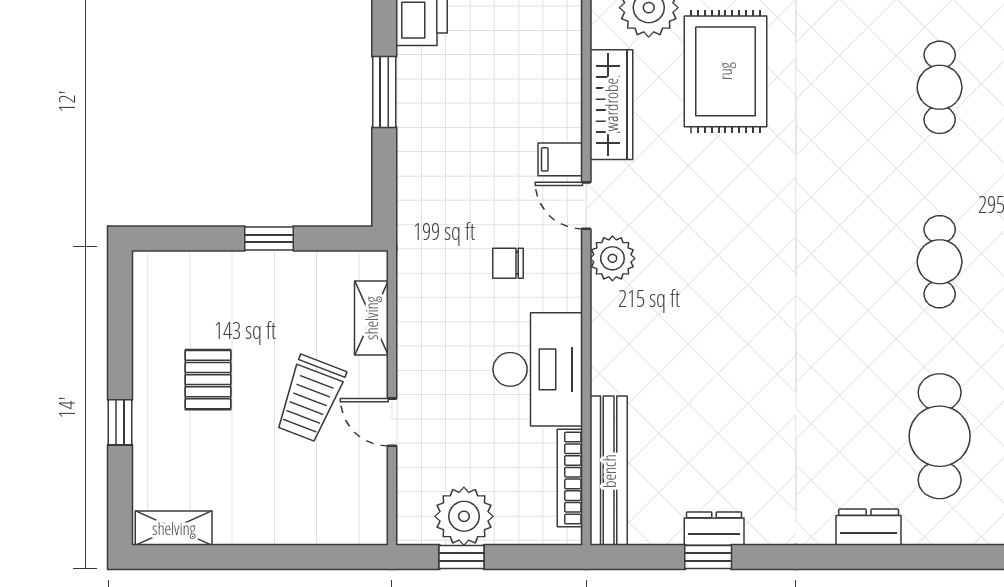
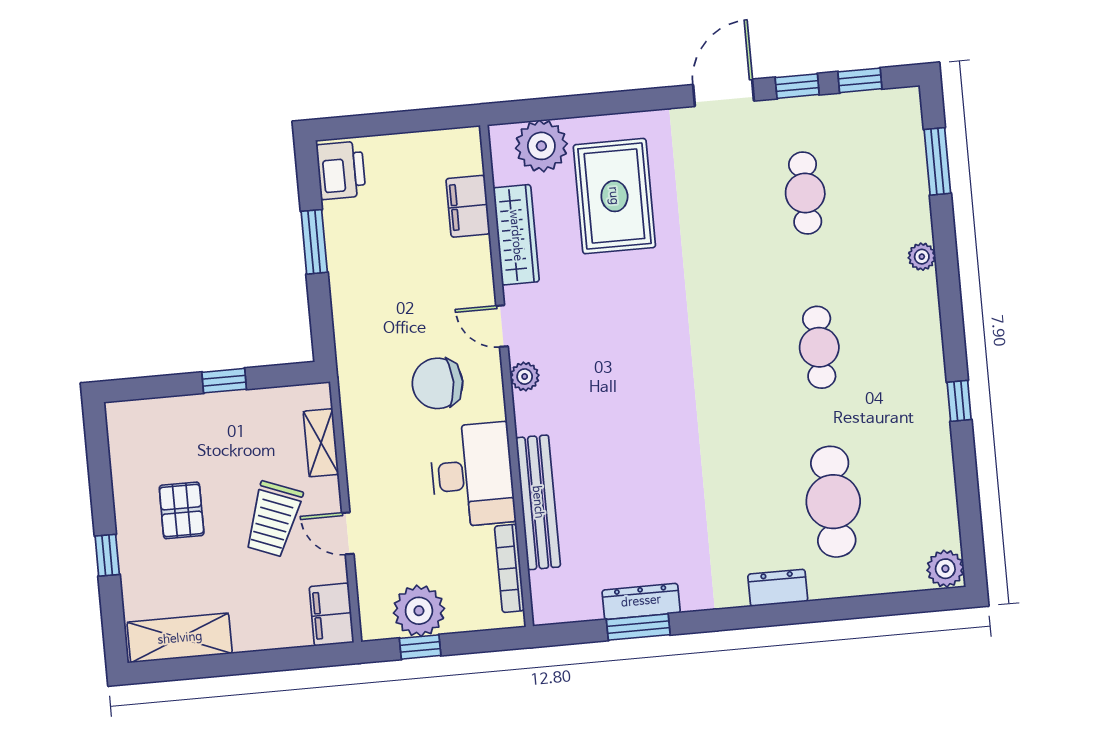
filing cabinet: (560, 159) -> (468, 206), moved, width x2.00
plant: (612, 258) -> (525, 377), width x0.73, depth x0.73
chair: (508, 263) -> (438, 383), width x1.87, depth x1.87
bench: (609, 471) -> (538, 502), moved
filing cabinet: (366, 512) -> (332, 615), added
shelving: (174, 528) -> (180, 638), width x1.50, depth x1.33
dresser: (714, 529) -> (641, 601), width x1.44
window: (708, 557) -> (638, 627), width x1.50

